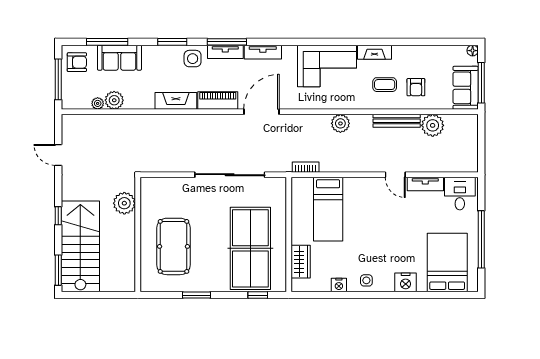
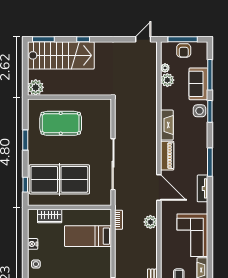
window: (172, 42) -> (210, 111), moved
tv unit: (225, 52) -> (203, 161), removed
side table: (193, 59) -> (200, 111), moved
armchair: (77, 62) -> (184, 50), moved
plant: (340, 123) -> (150, 222), moved
door: (58, 155) -> (143, 39), moved
plant: (124, 203) -> (36, 87), moved

